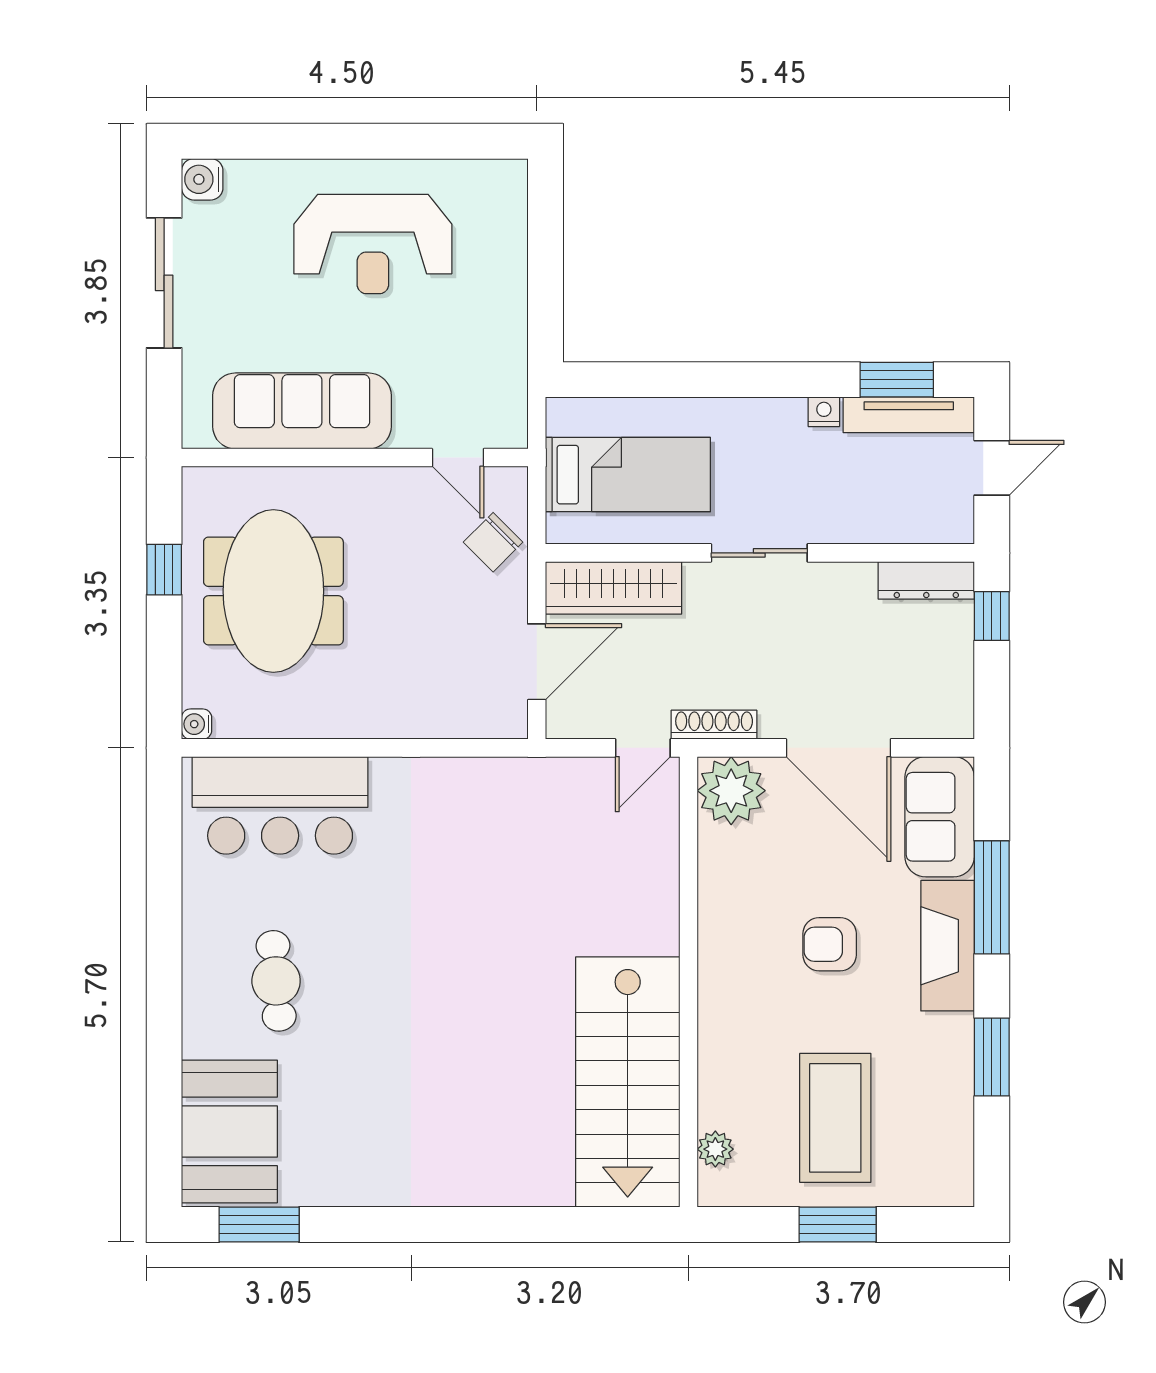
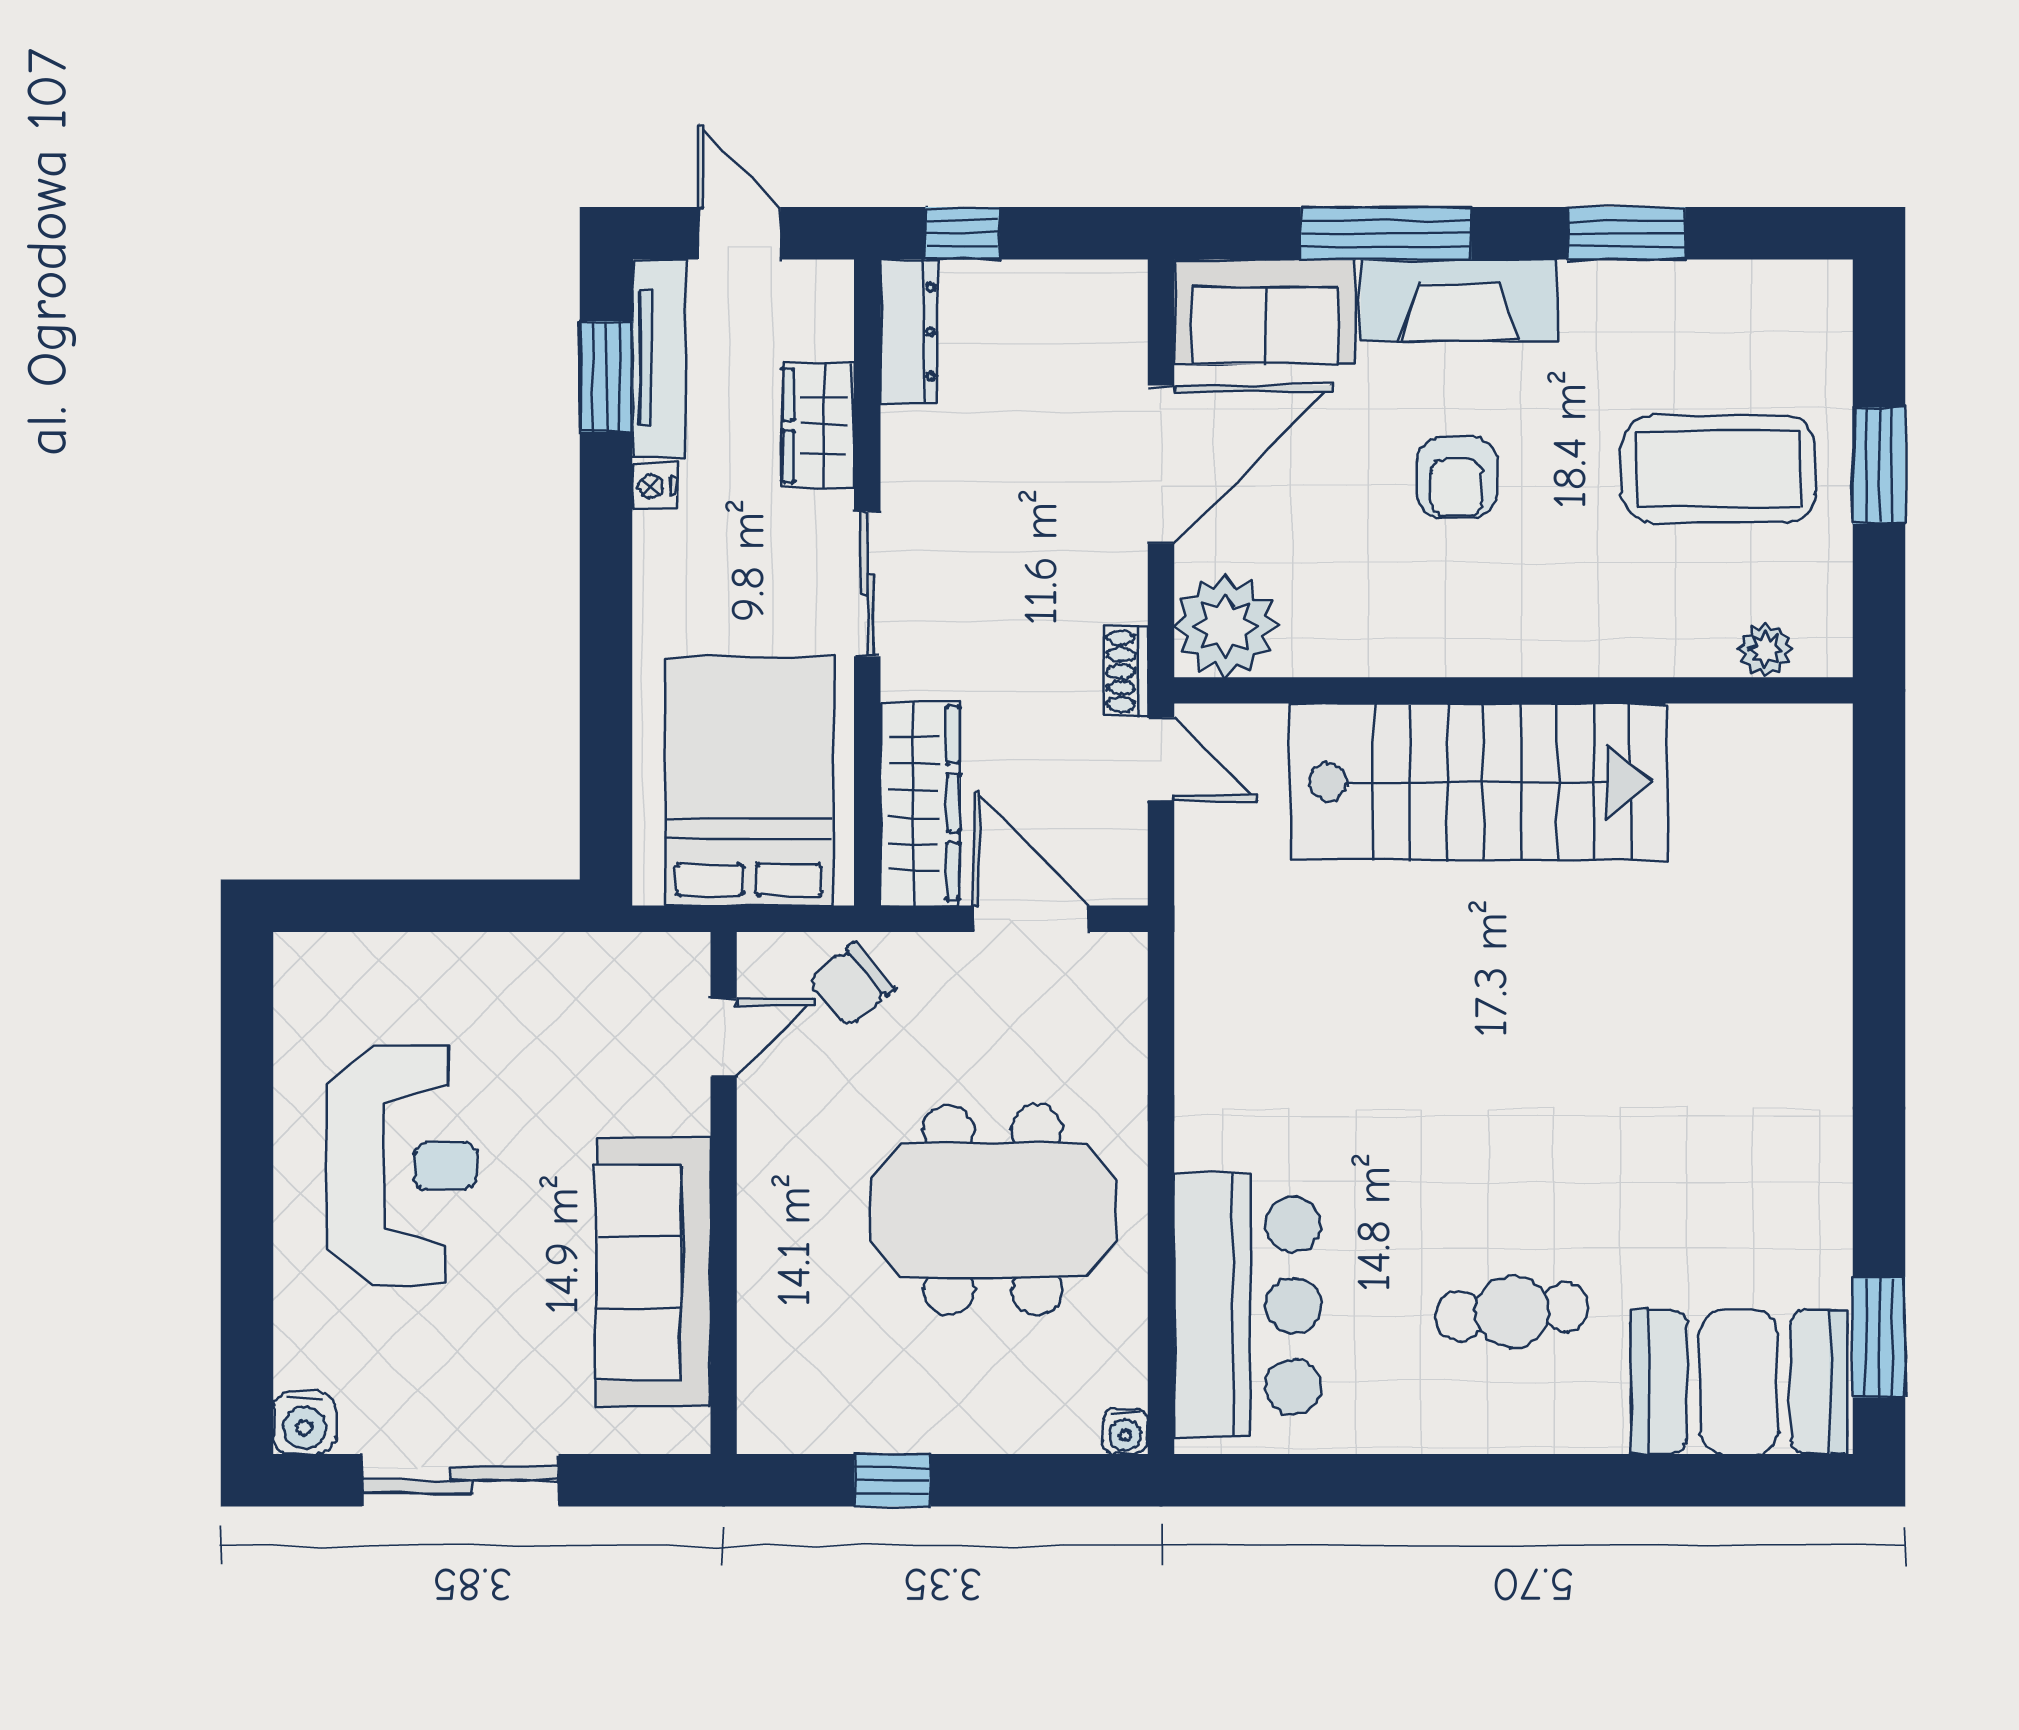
bed: (628, 475) -> (749, 781), width x1.50
wardrobe: (864, 520) -> (818, 425), added
chair: (493, 542) -> (851, 985), turned 95
meeting table: (273, 591) -> (993, 1210), moved
shoe rack: (714, 725) -> (1126, 671), width x0.70
stairs: (628, 1082) -> (1479, 782), moved

